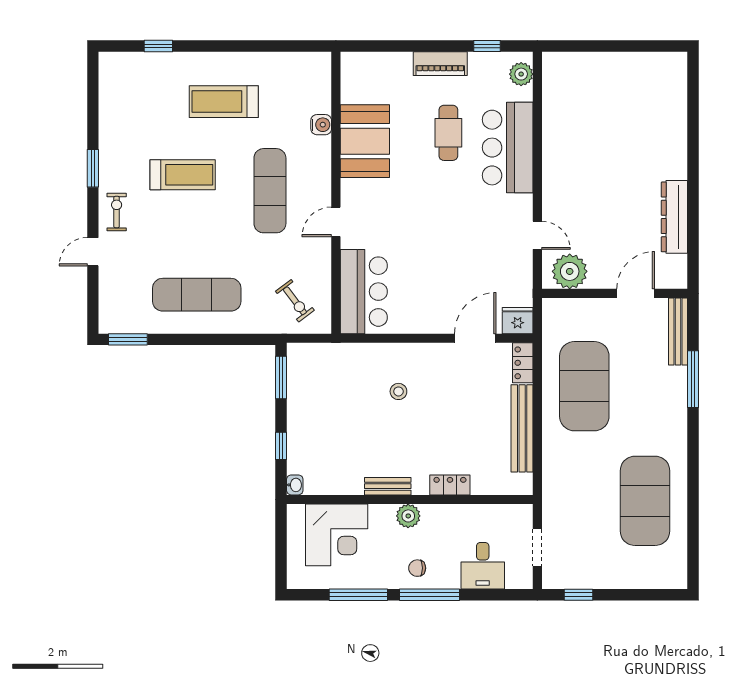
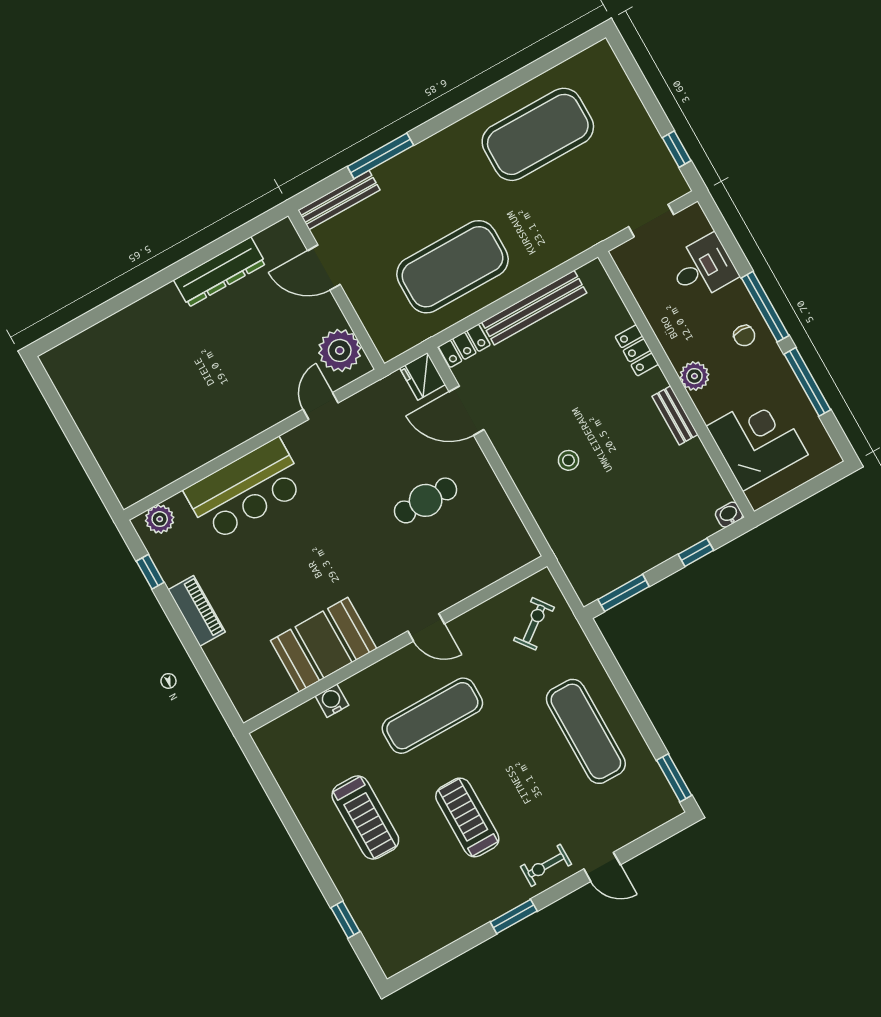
cafe table: (448, 133) -> (426, 500), moved
bar counter: (364, 292) -> (483, 556), removed

